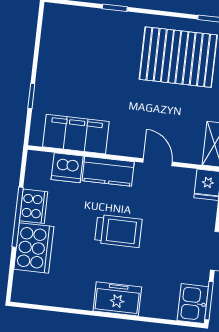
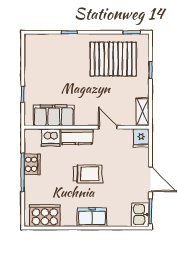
cooker: (34, 248) -> (45, 215), moved, turned -90

